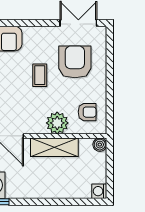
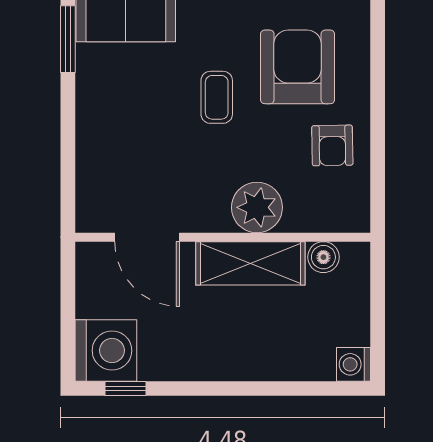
armchair: (87, 112) -> (332, 145), moved, turned 89
boiler: (100, 145) -> (323, 257), moved

